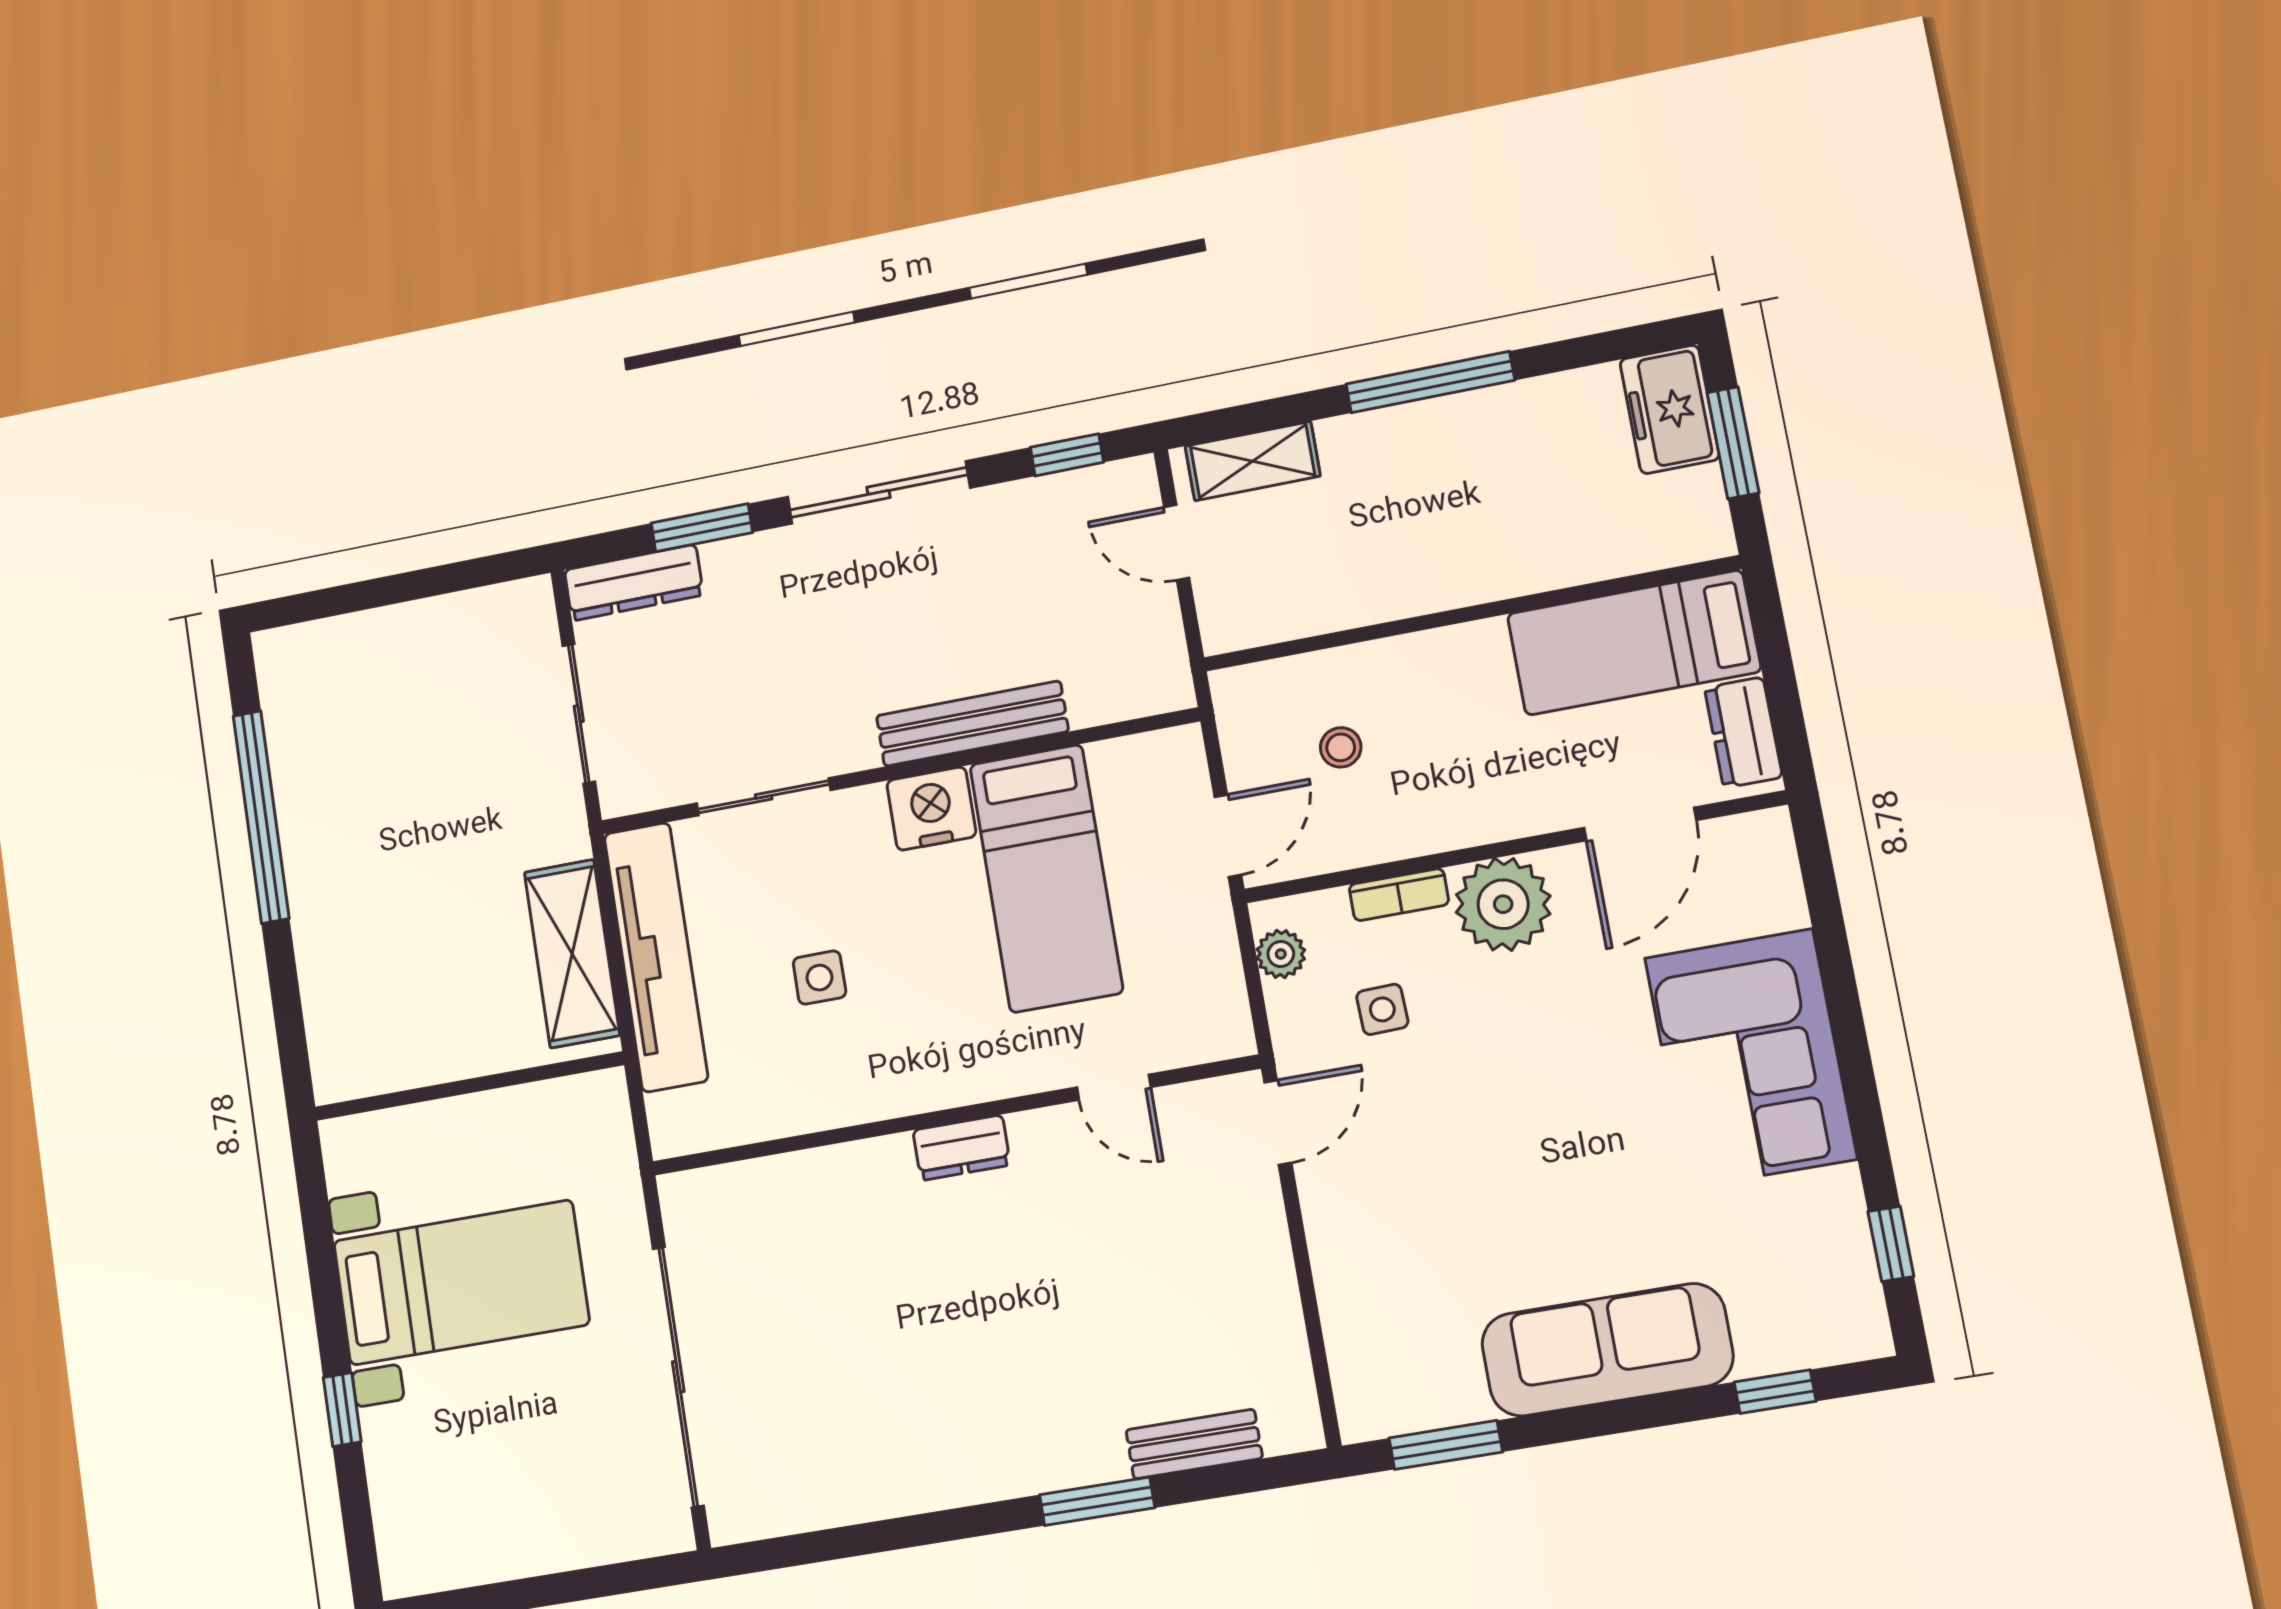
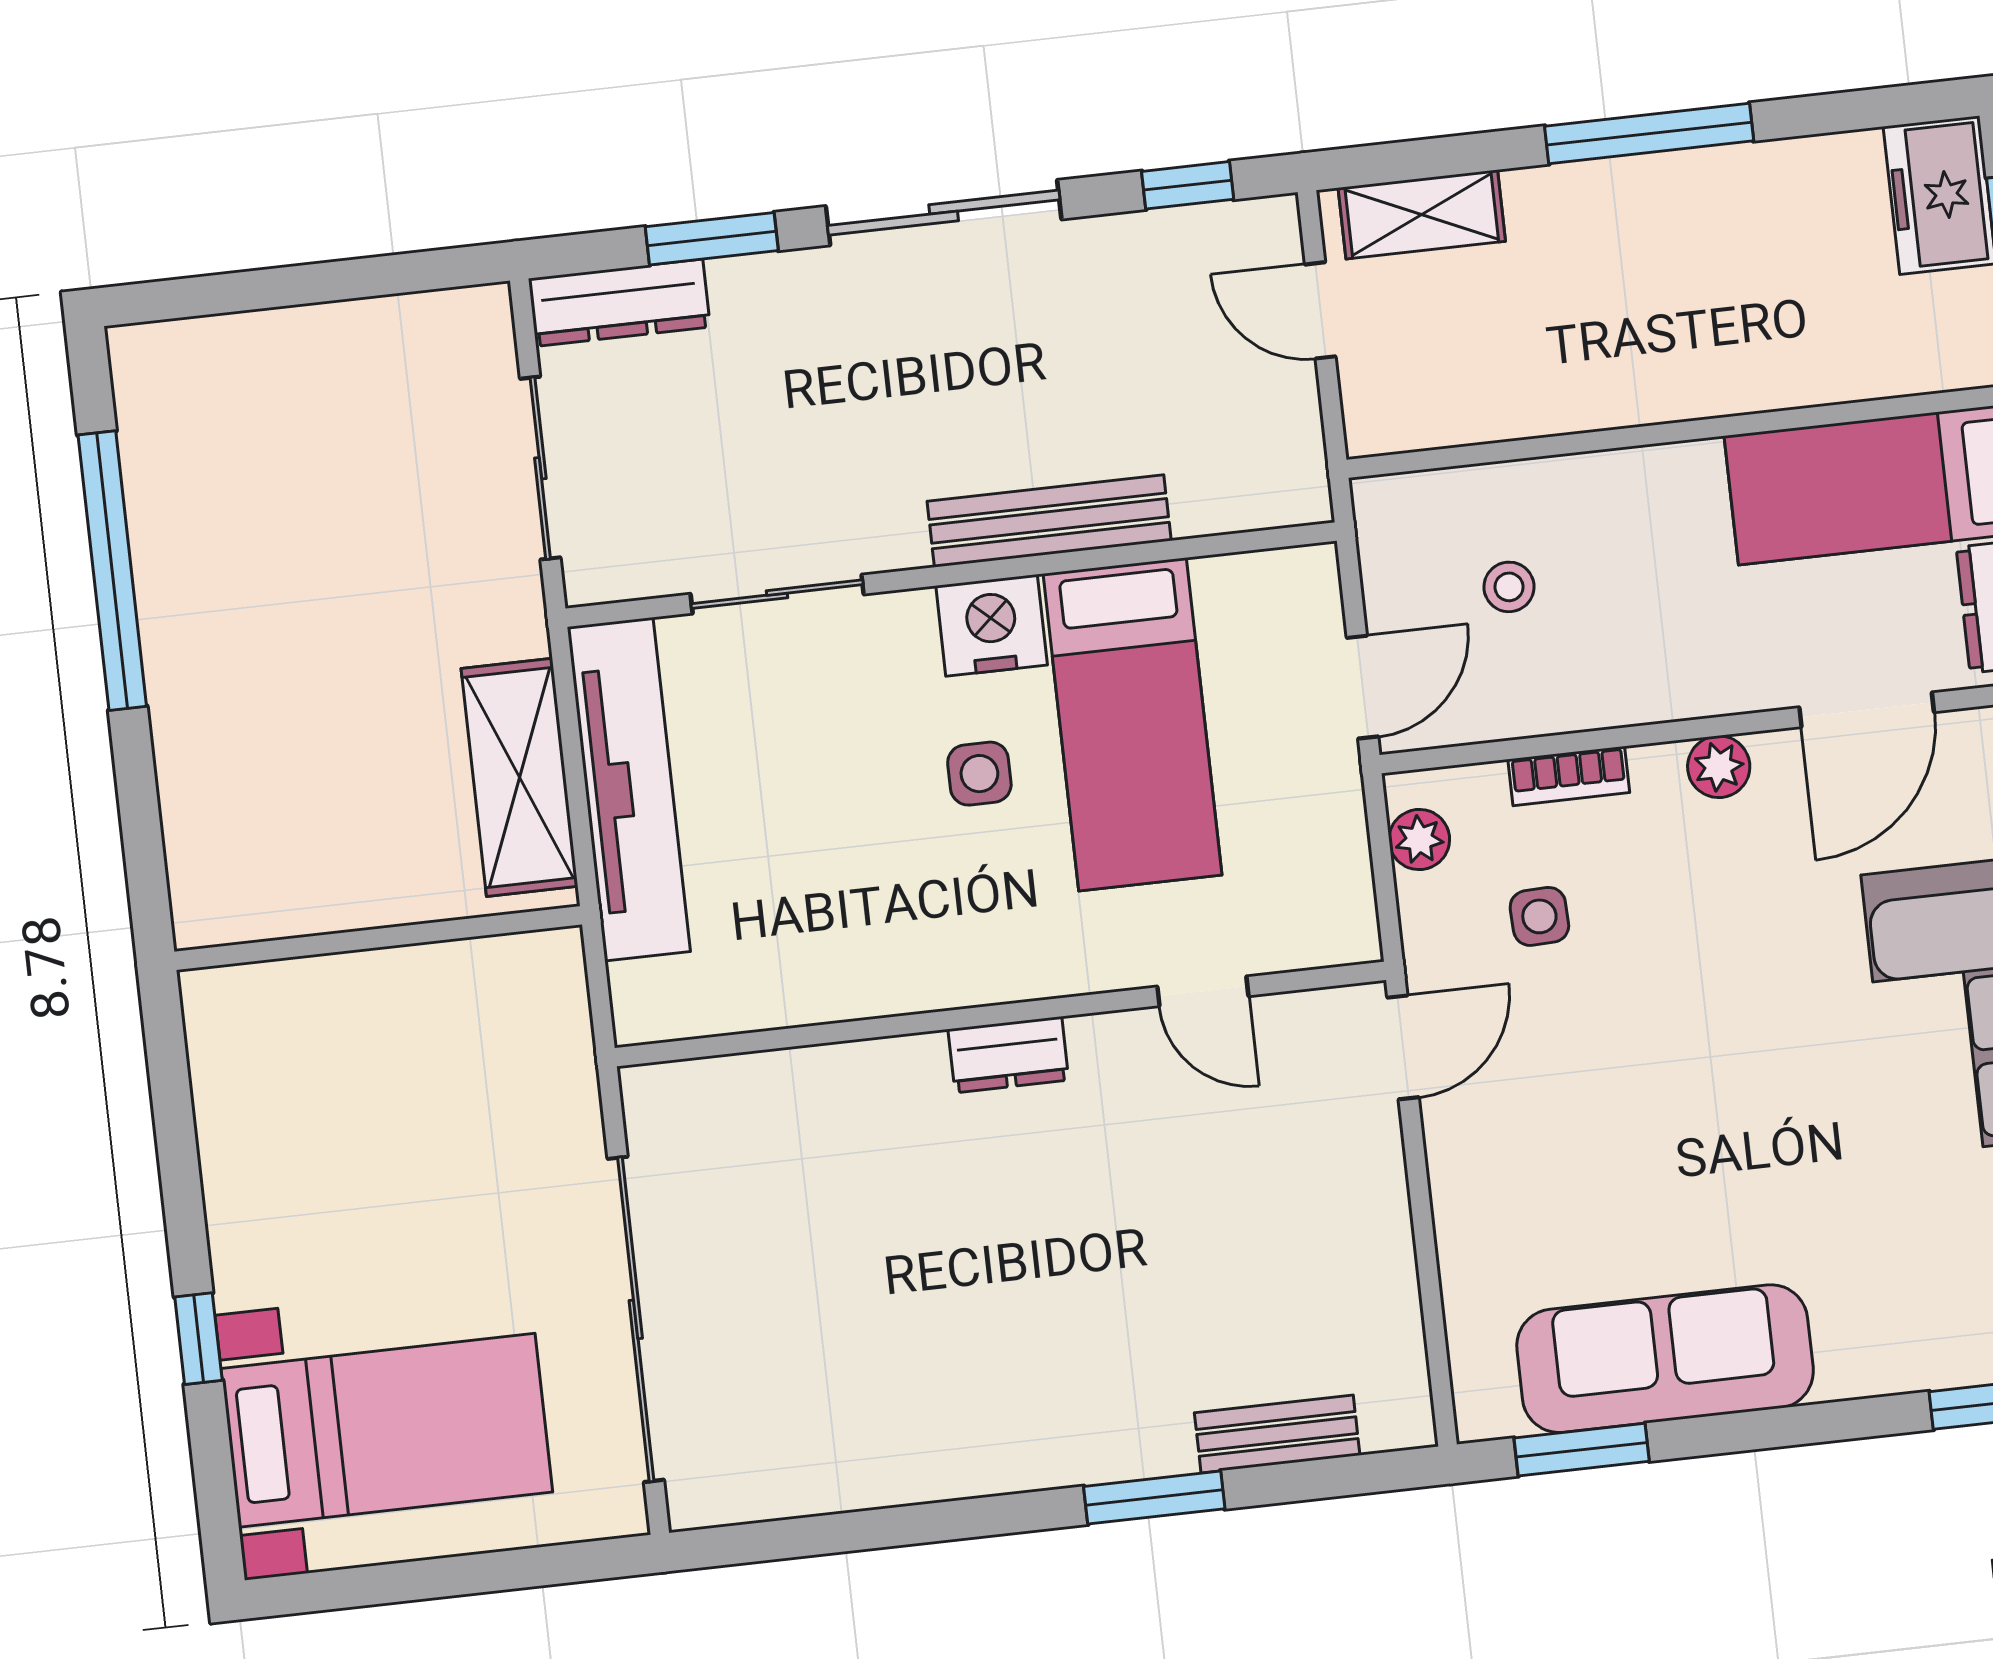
plant: (1503, 904) -> (1719, 767), width x0.53, depth x0.53
side table: (819, 978) -> (979, 774), moved
bed with nightstands: (461, 1283) -> (387, 1430), moved
sofa: (1607, 1350) -> (1665, 1359), moved

